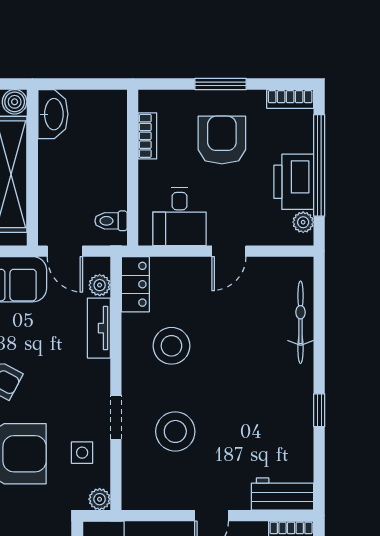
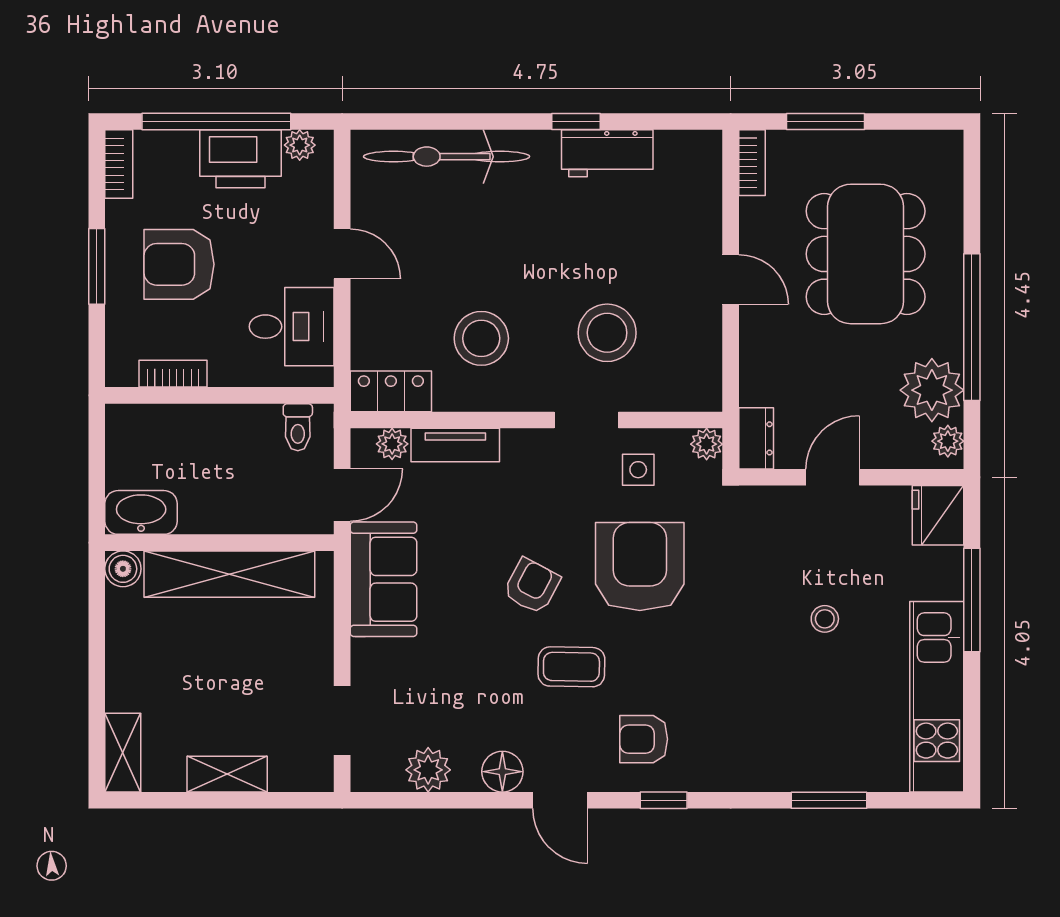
bicycle: (301, 322) -> (447, 157), width x1.37, depth x1.40
workbench: (283, 494) -> (607, 153), moved, turned -90

